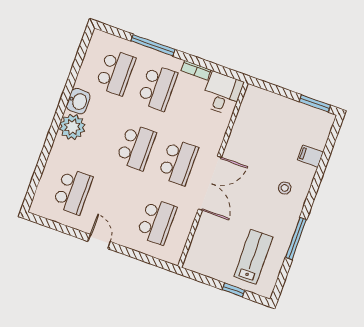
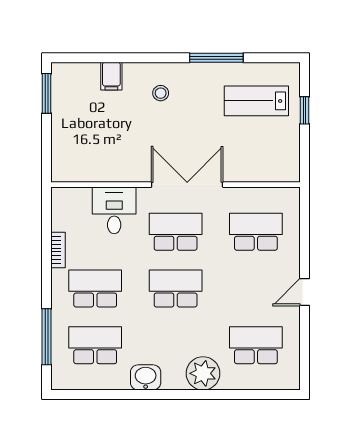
window: (153, 45) -> (47, 337), moved
desk: (222, 93) -> (114, 210), moved, turned 90
plant: (72, 127) -> (203, 373), moved

